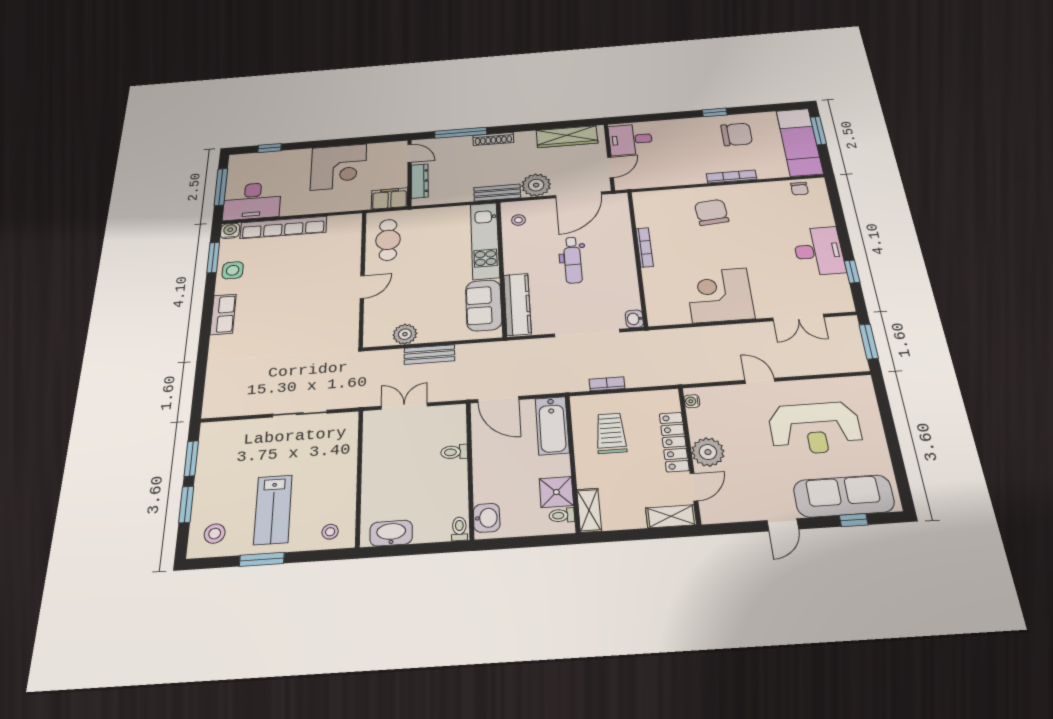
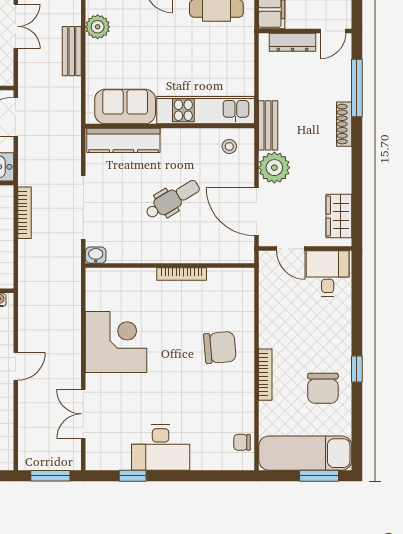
wardrobe: (567, 137) -> (339, 216), width x0.67
dental chair: (573, 260) -> (173, 199), turned 149
bookcase: (607, 384) -> (24, 213), width x1.56

